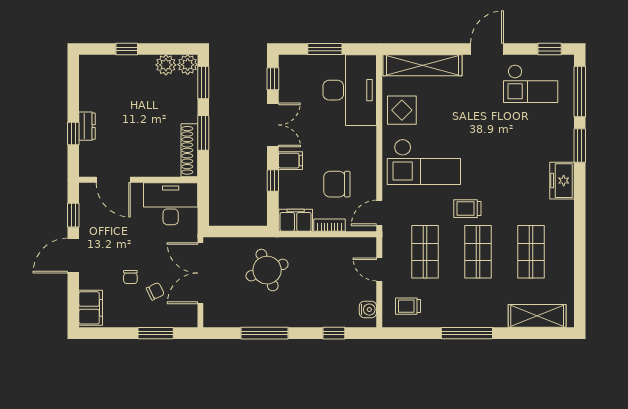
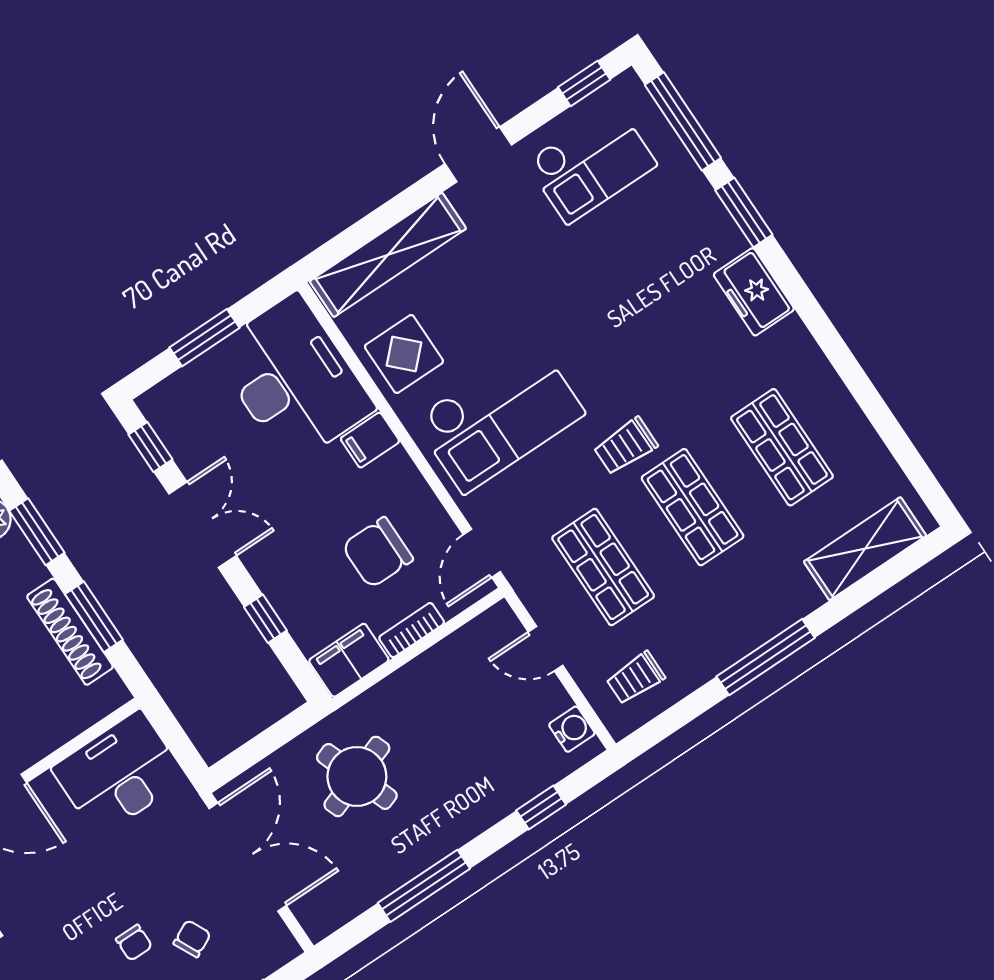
shoe rack: (189, 150) -> (70, 632), moved
filing cabinet: (290, 161) -> (370, 440), moved, turned 180
double door: (200, 273) -> (248, 857), swing flipped

